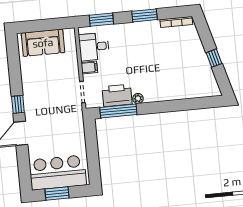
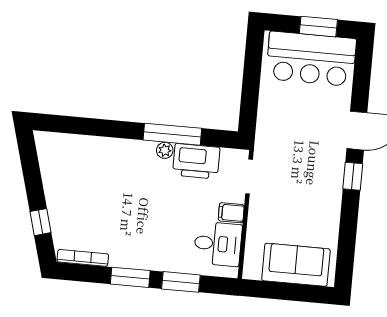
window: (101, 20) -> (181, 282), moved
window: (214, 58) -> (40, 222), moved
window: (118, 111) -> (172, 134), moved

